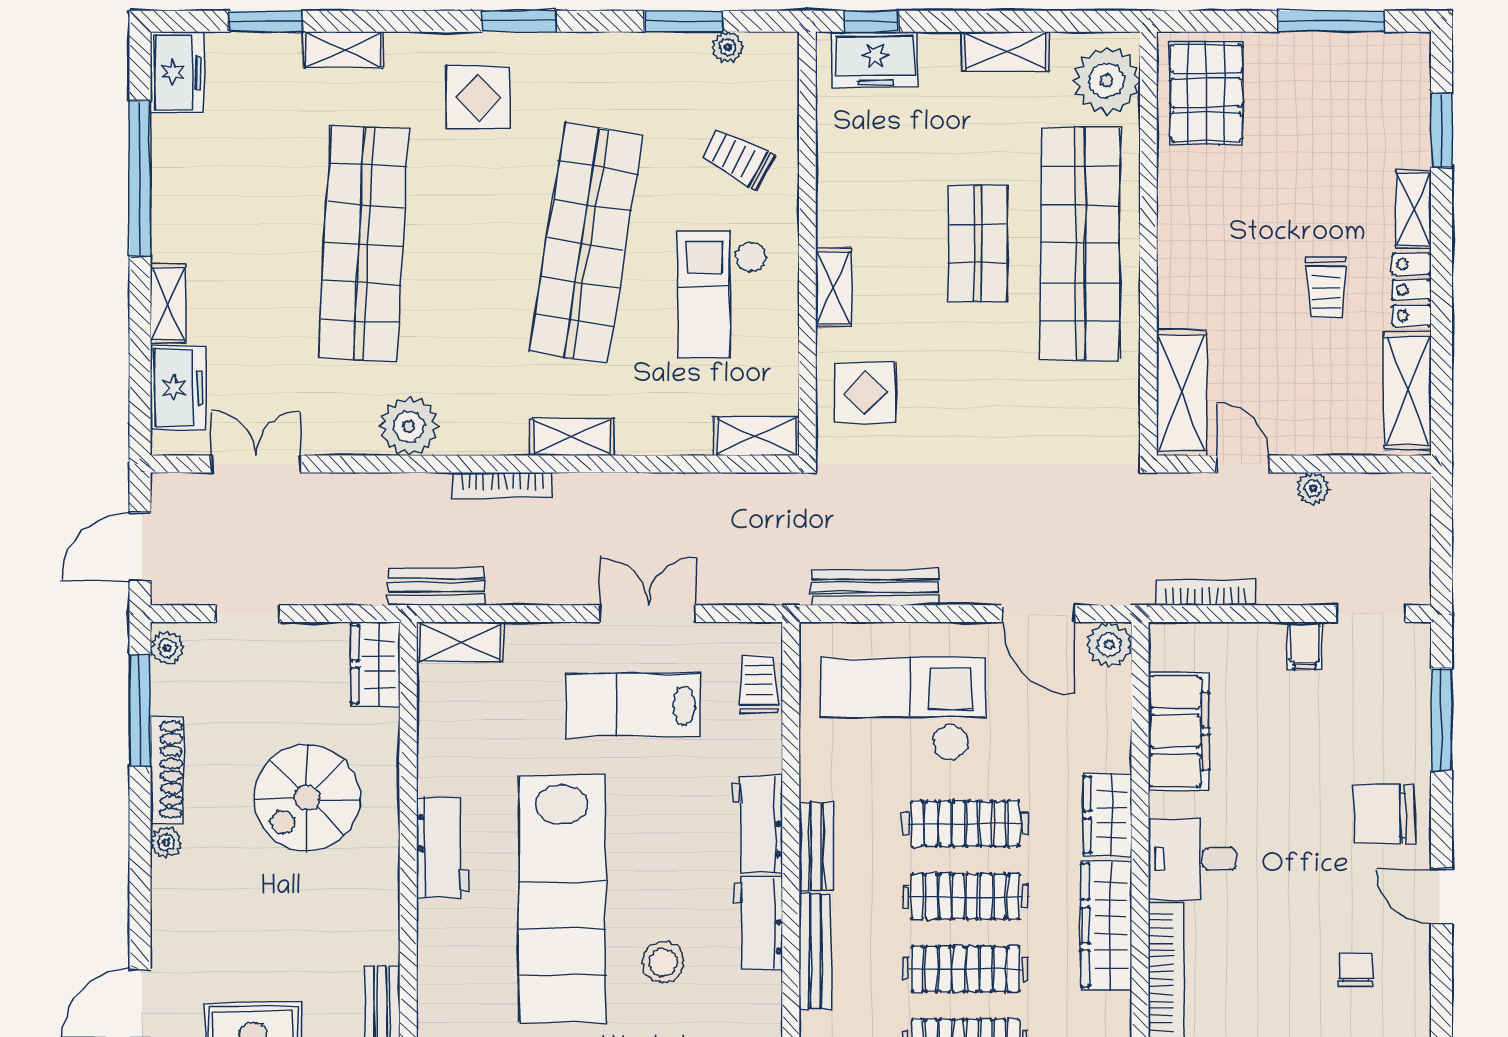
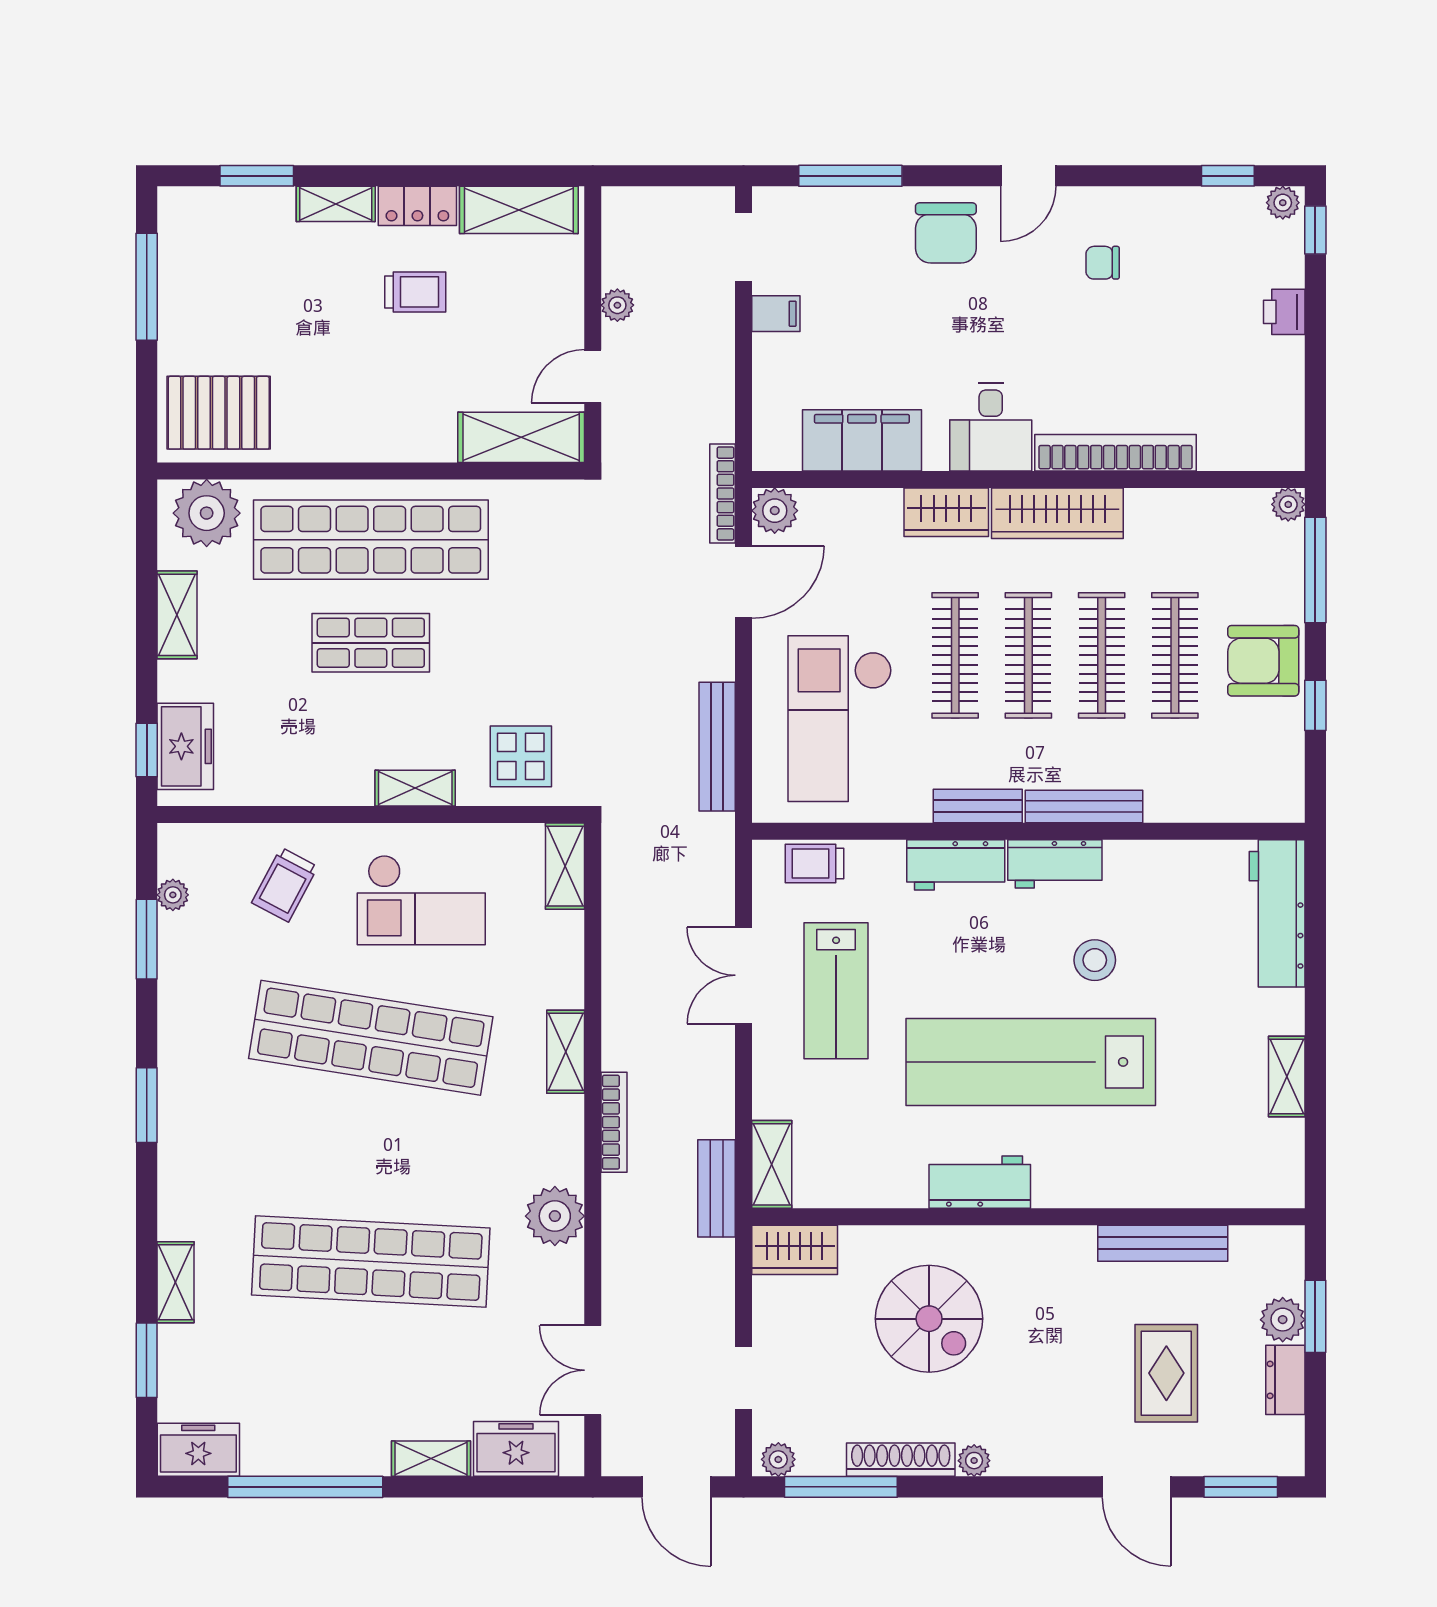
display table: (478, 97) -> (223, 1146), removed
bookcase: (1206, 593) -> (722, 494), moved
lab bench: (562, 899) -> (1031, 1062), turned 180

